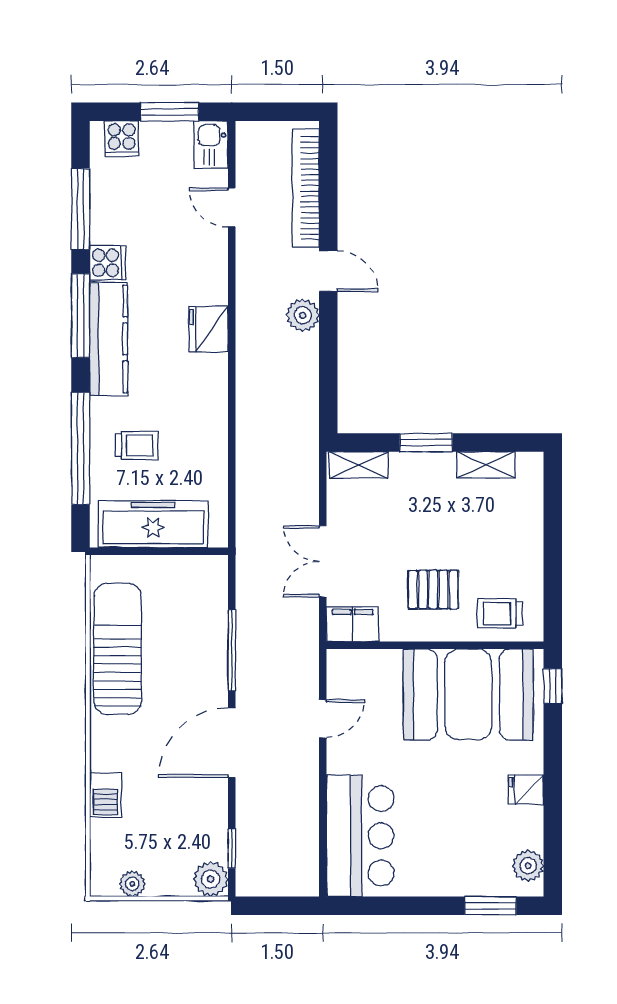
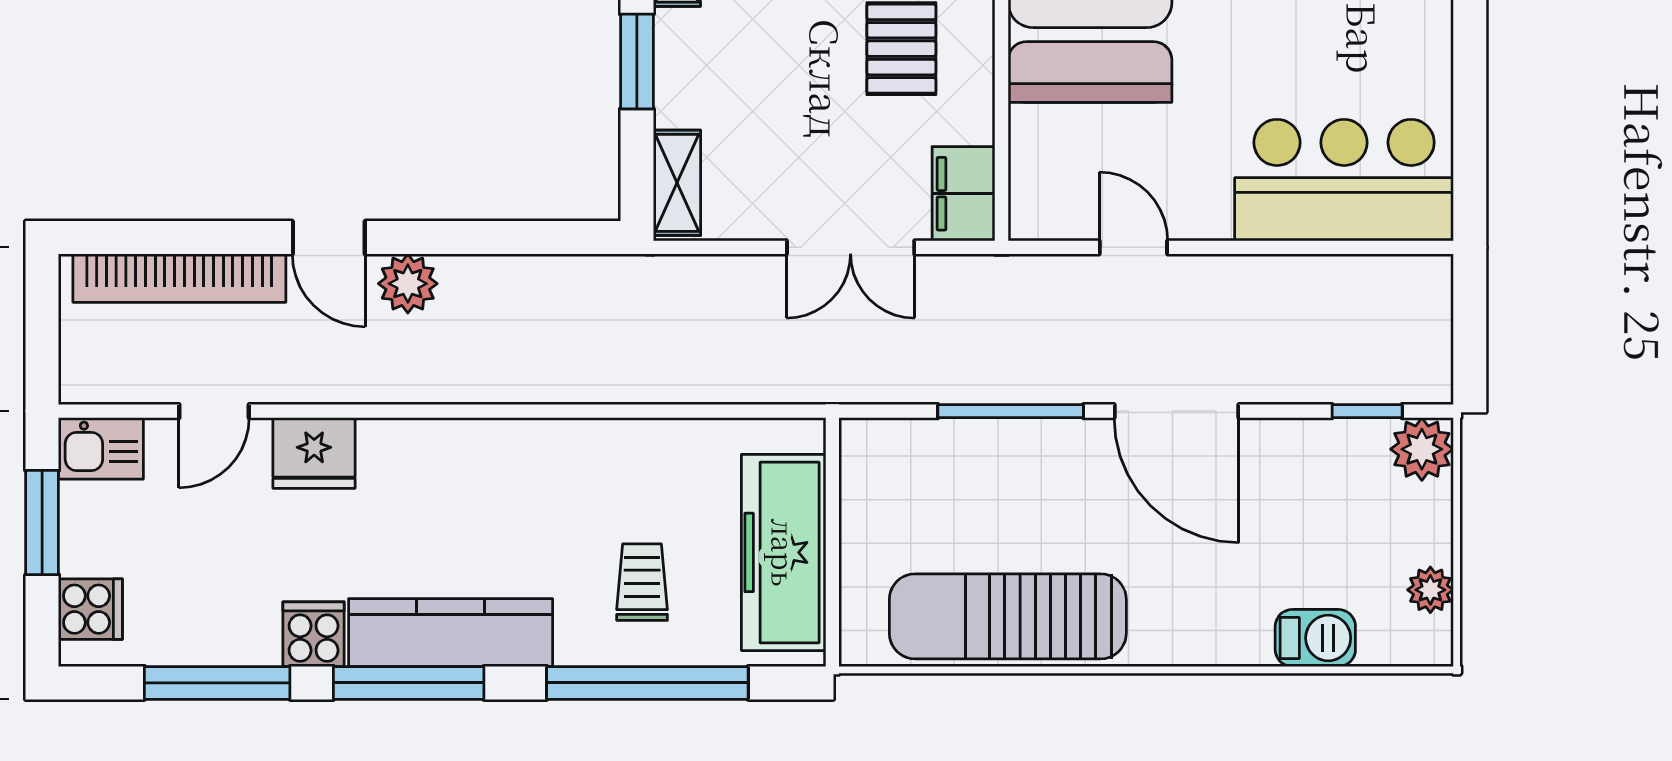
door: (328, 271) -> (329, 238), swing flipped
fridge: (208, 329) -> (314, 453), moved
barbecue: (106, 795) -> (1315, 638), moved

